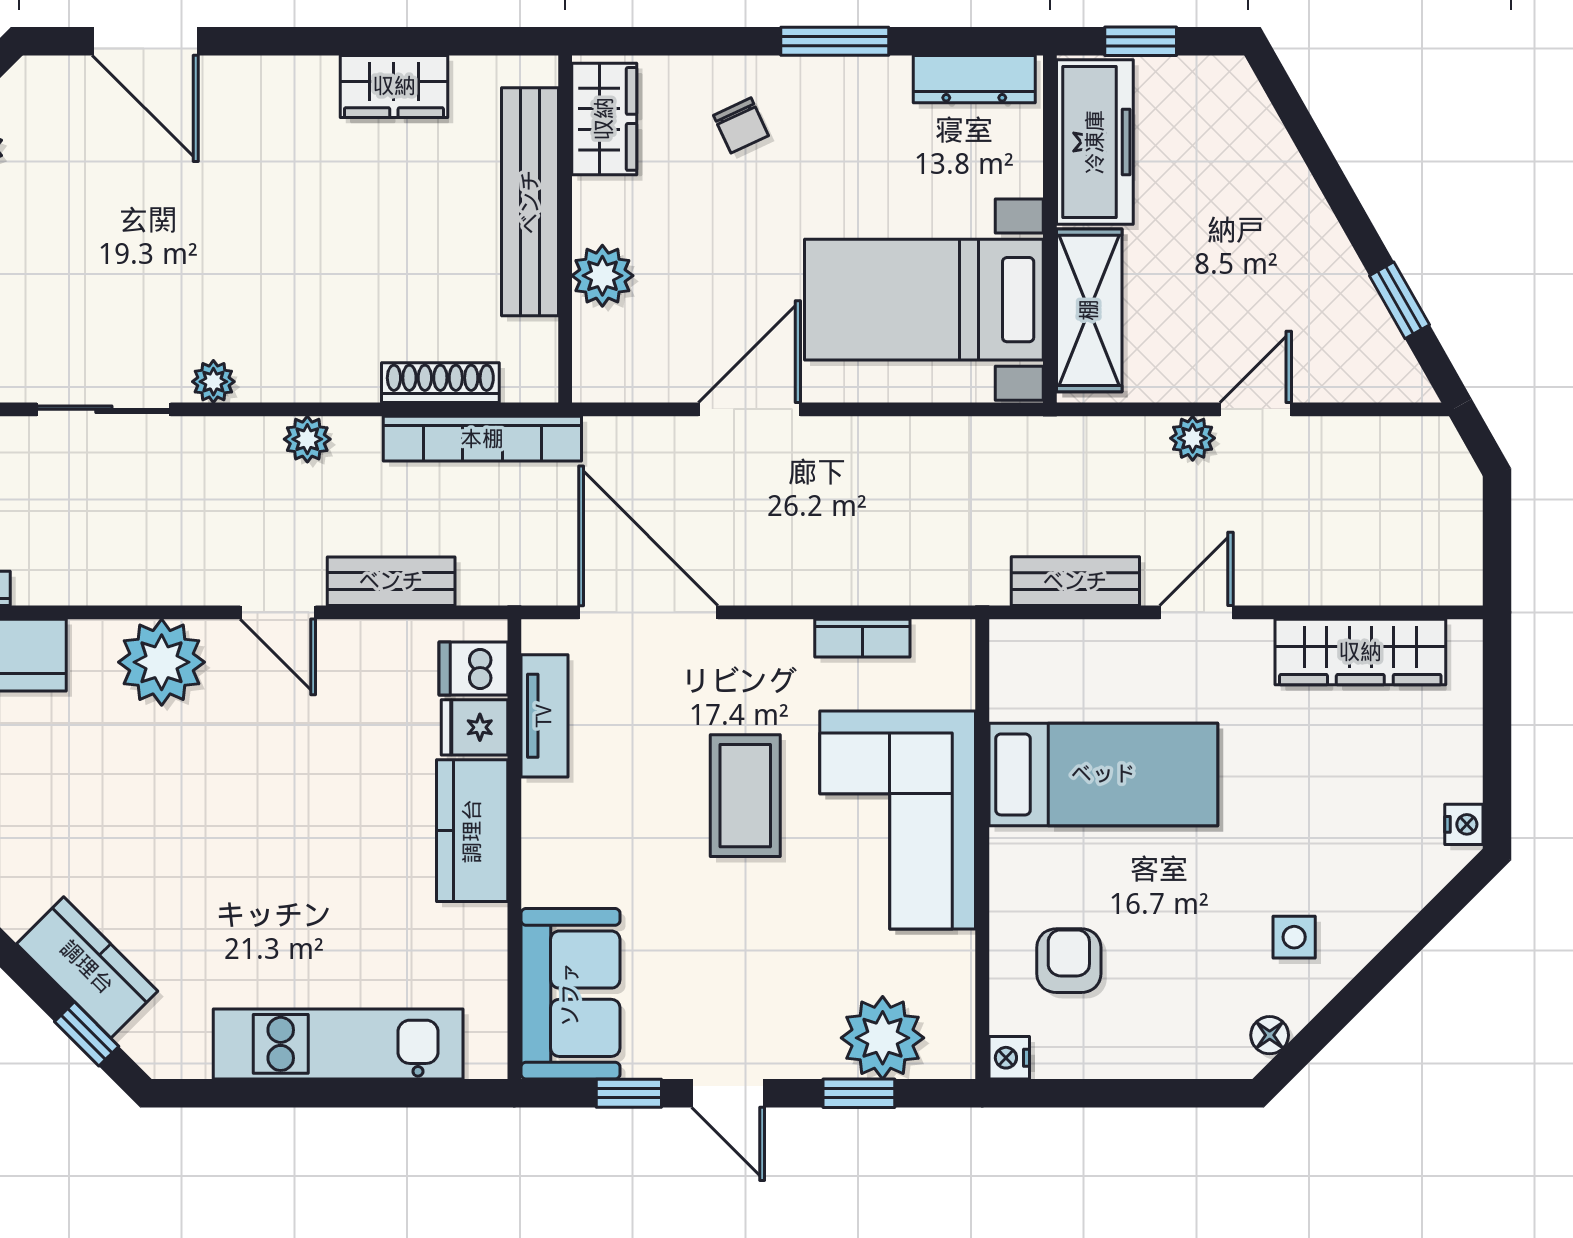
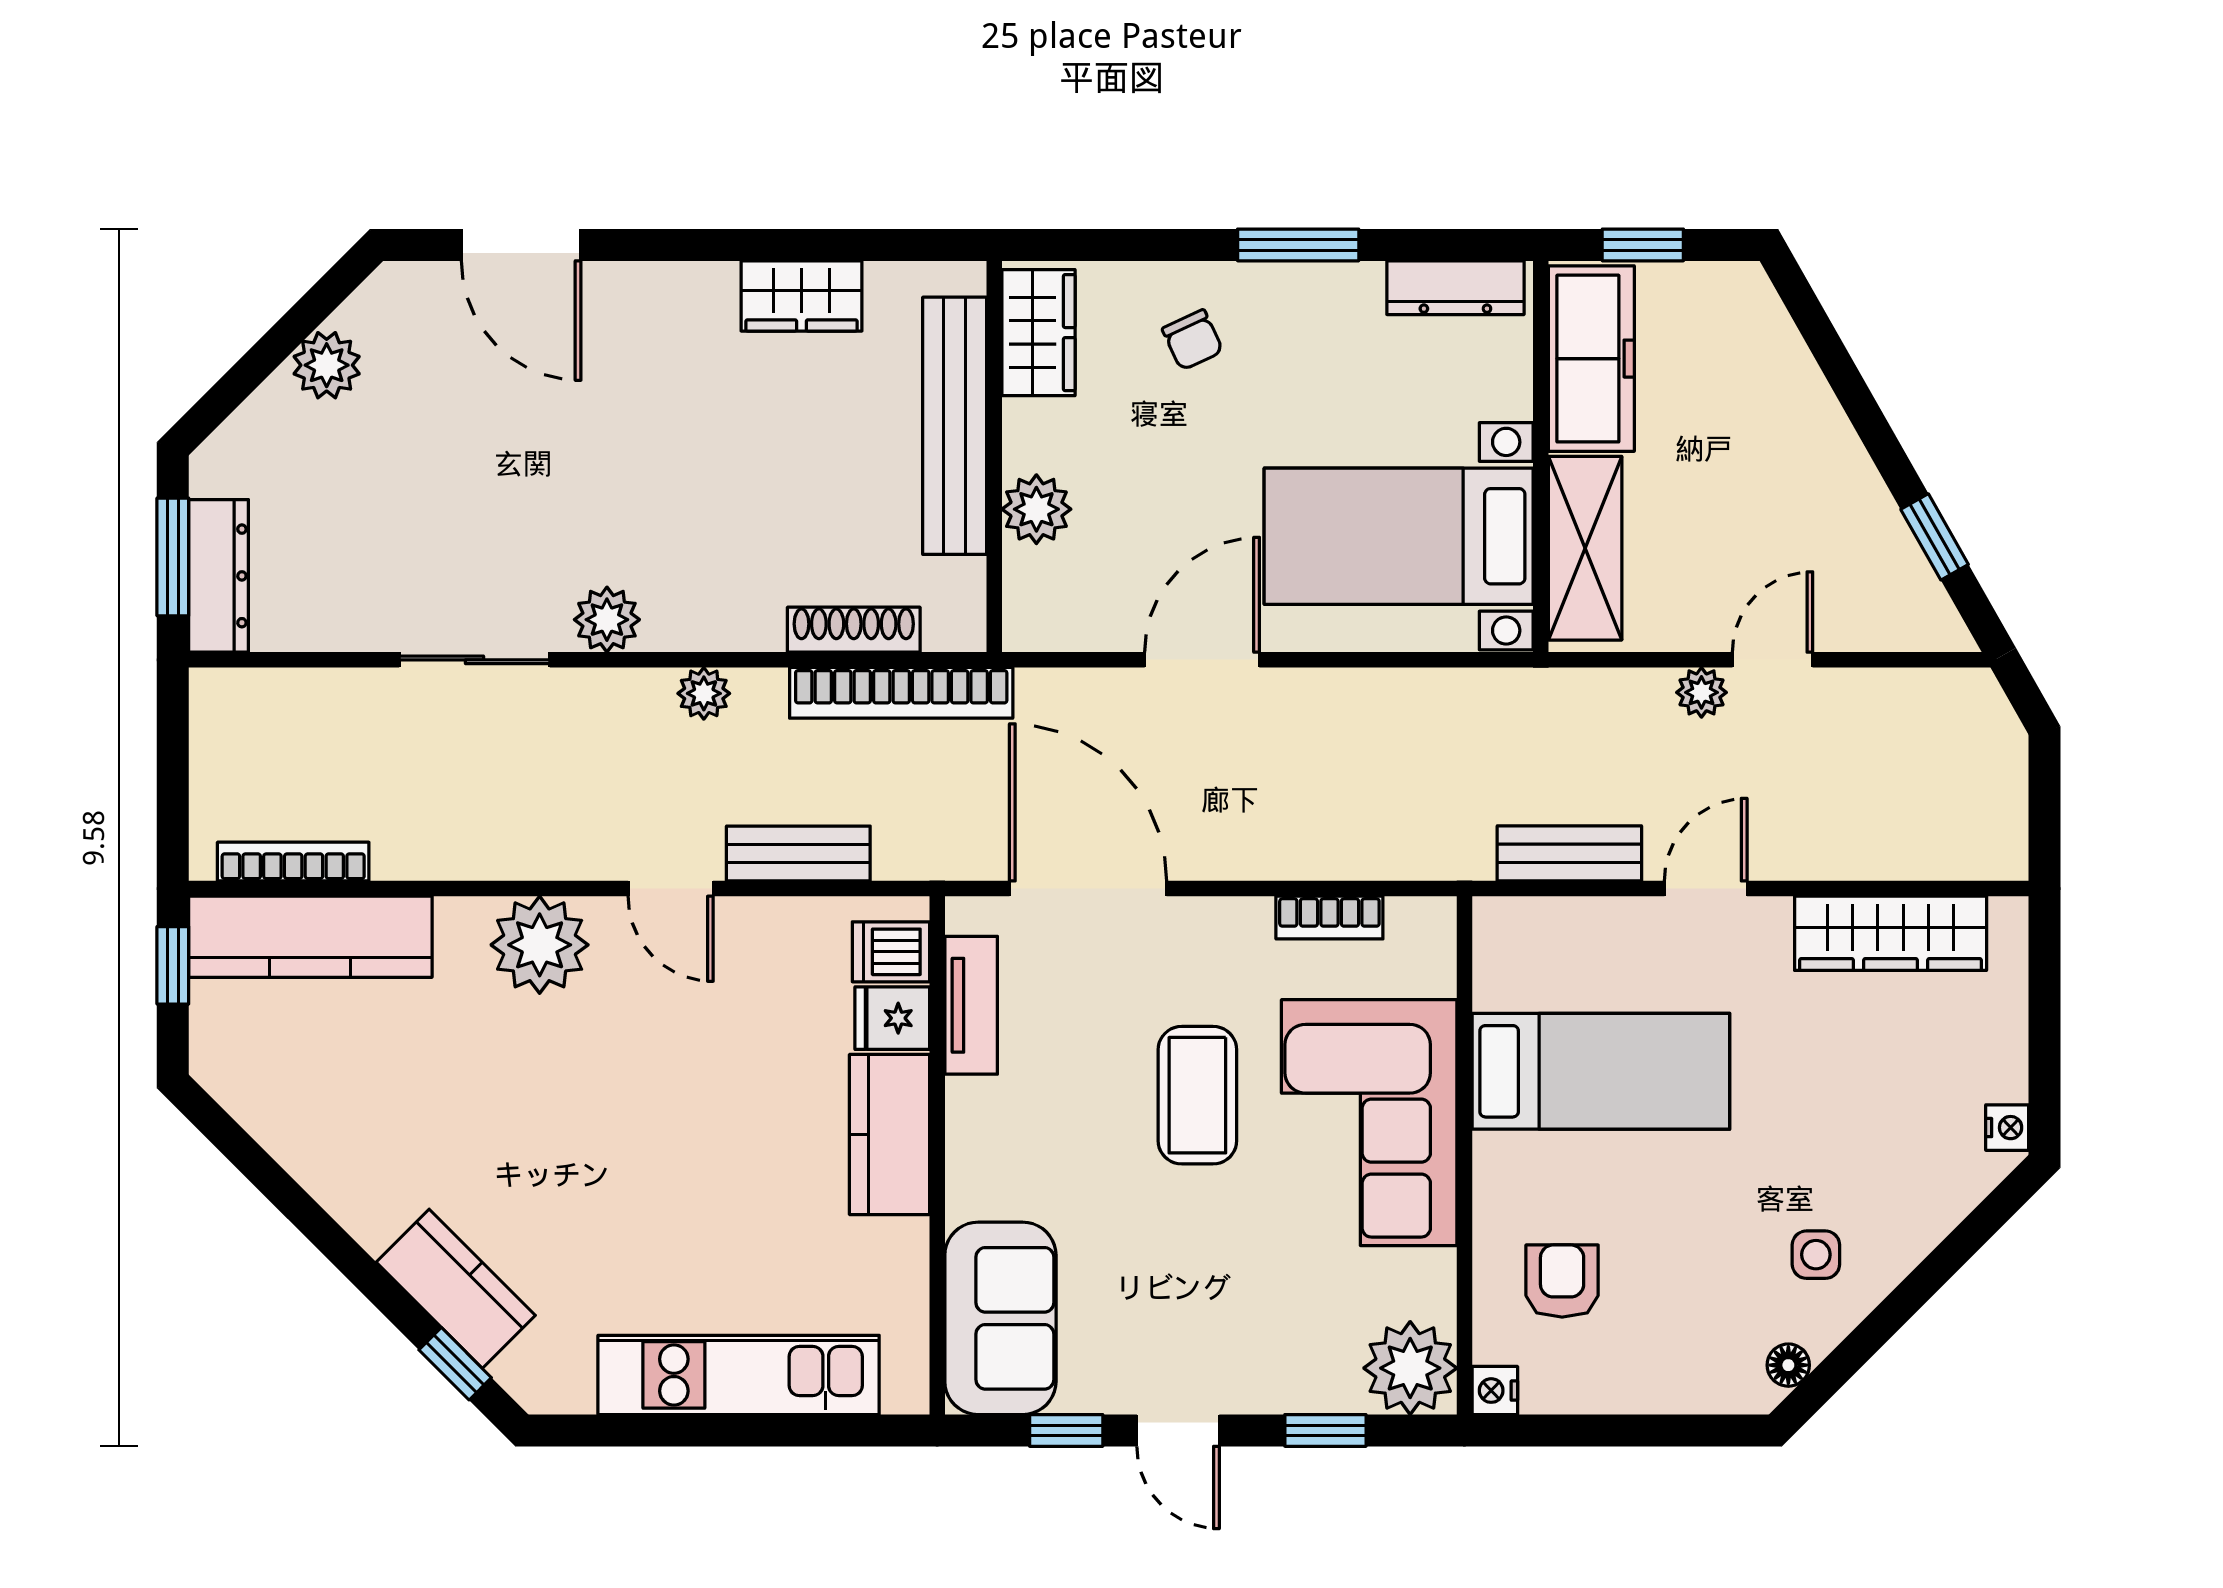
plant: (213, 382) -> (607, 620), width x1.38, depth x1.38
plant: (883, 1038) -> (1410, 1368), moved

